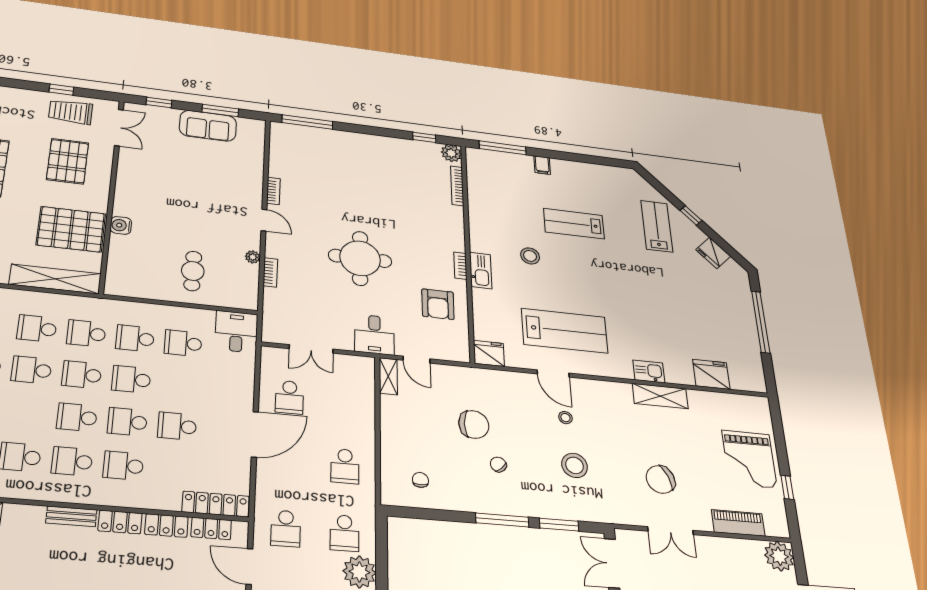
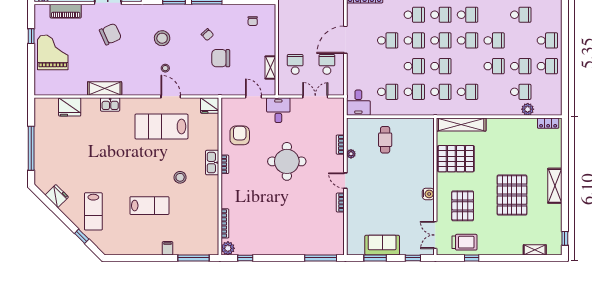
window: (691, 215) -> (82, 236), moved
water cooler: (121, 225) -> (428, 194), moved
school desk: (32, 370) -> (468, 40), moved
shelving: (388, 376) -> (270, 68), moved
school desk: (345, 466) -> (295, 64), moved

